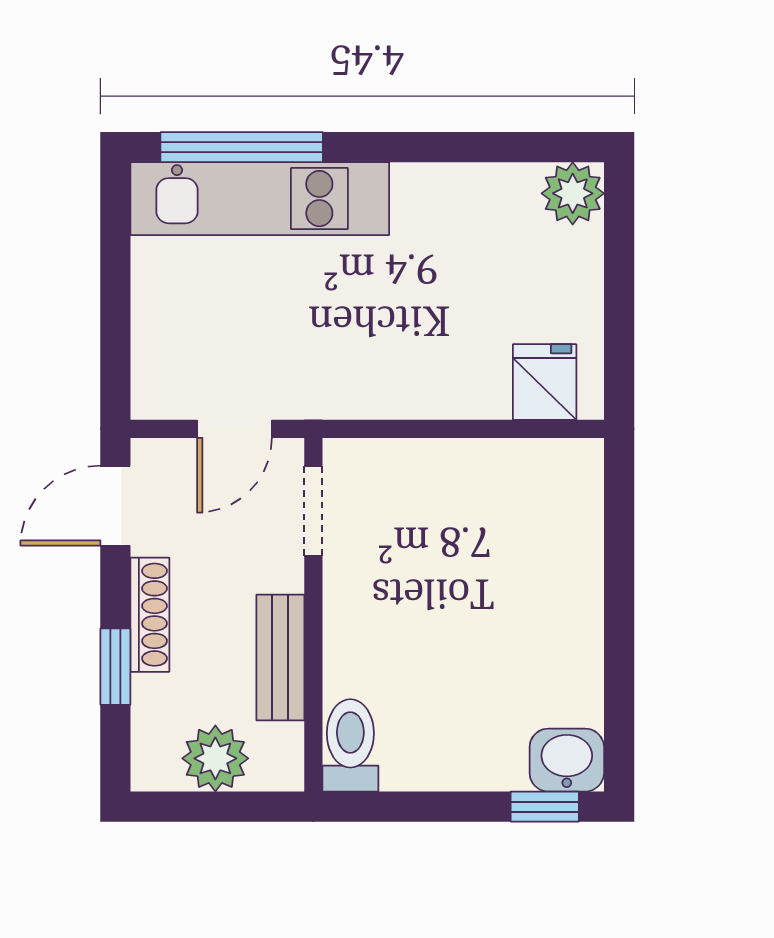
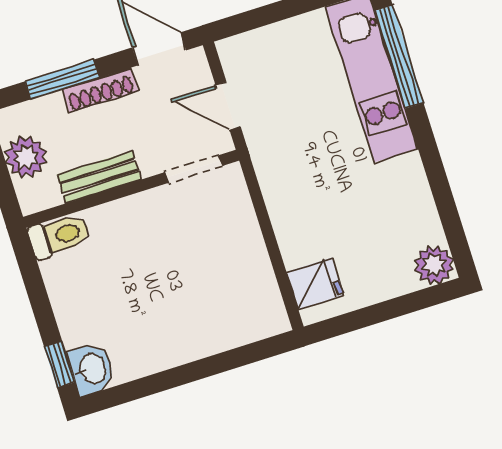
window: (115, 667) -> (62, 79), width x1.50

